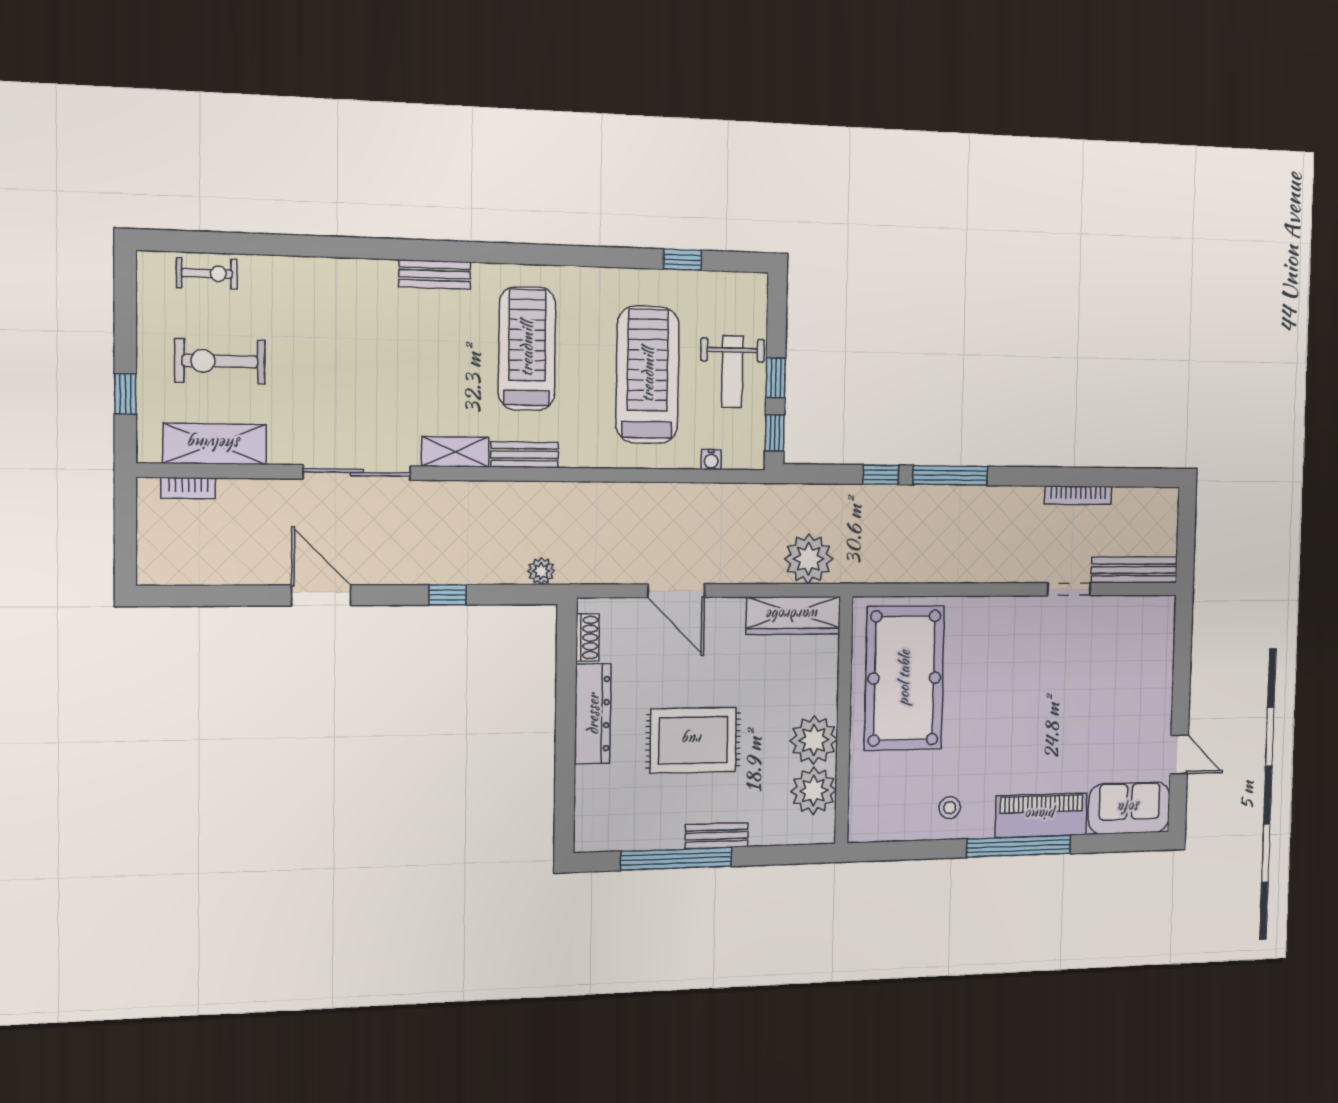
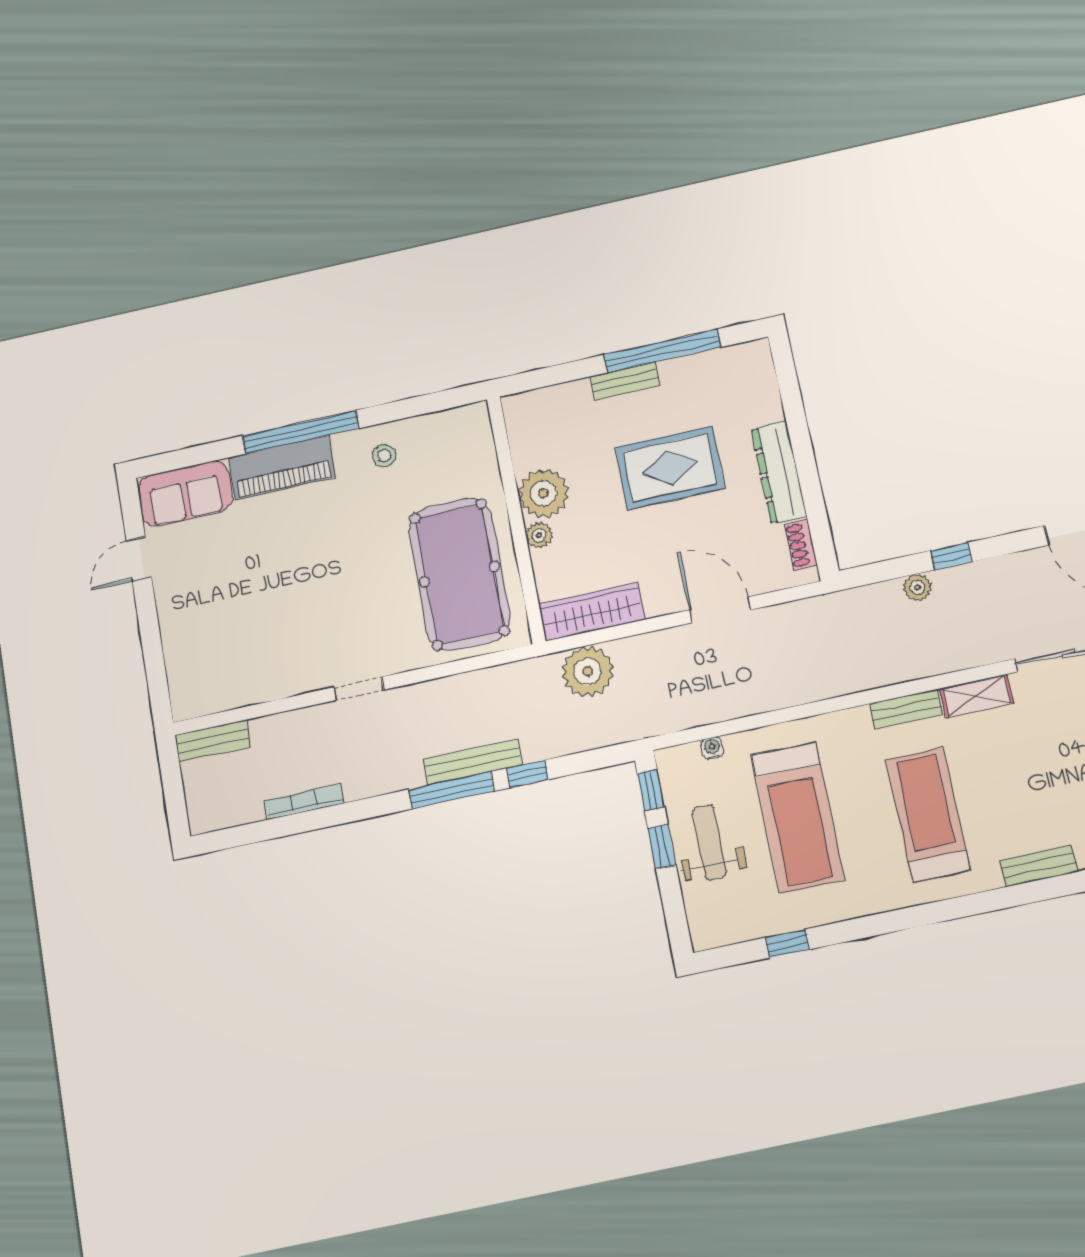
treadmill: (527, 349) -> (928, 814), turned 180
bench: (927, 497) -> (473, 762), added
bench: (1134, 570) -> (213, 741), width x0.73
plant: (541, 571) -> (917, 587), moved
doorway: (1069, 589) -> (359, 689), moved
door: (1179, 755) -> (139, 559), hinge flipped
plant: (814, 791) -> (539, 535), moved, width x0.53, depth x0.53

